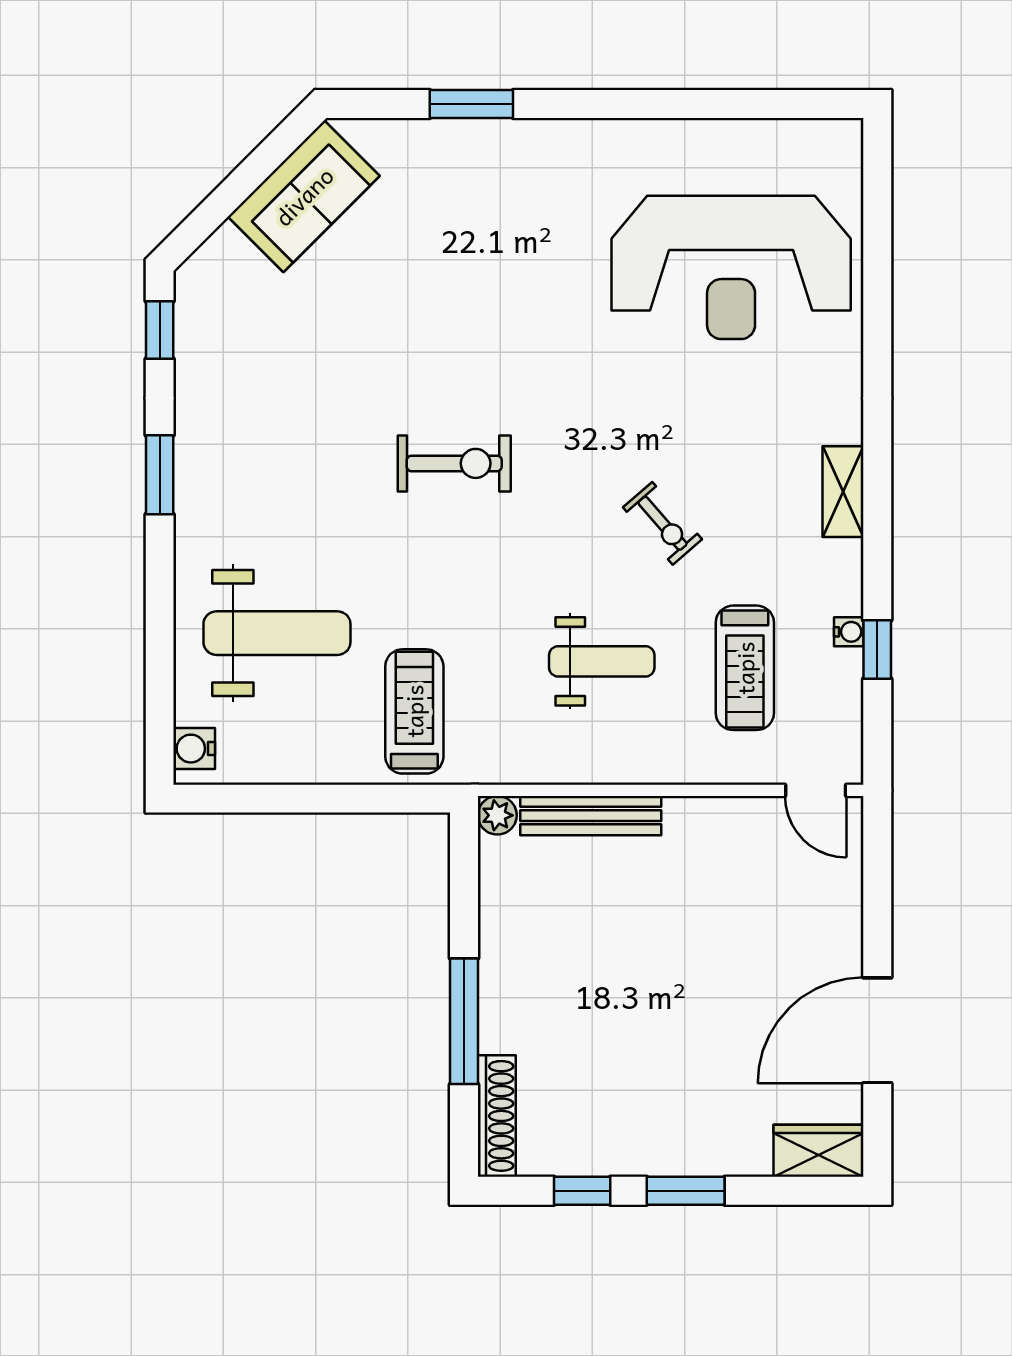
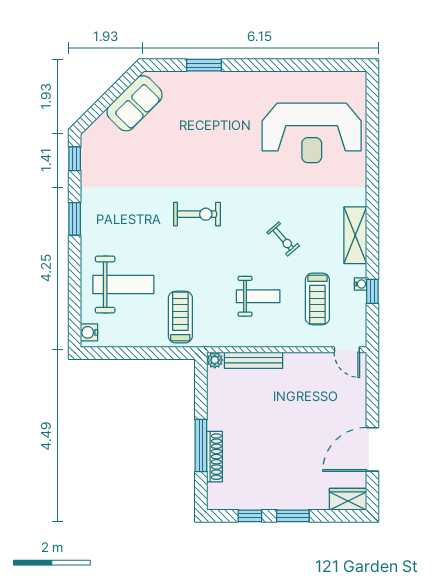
shelving: (843, 492) -> (355, 235), width x1.50, depth x1.33
shoe rack: (497, 1116) -> (215, 457), moved

